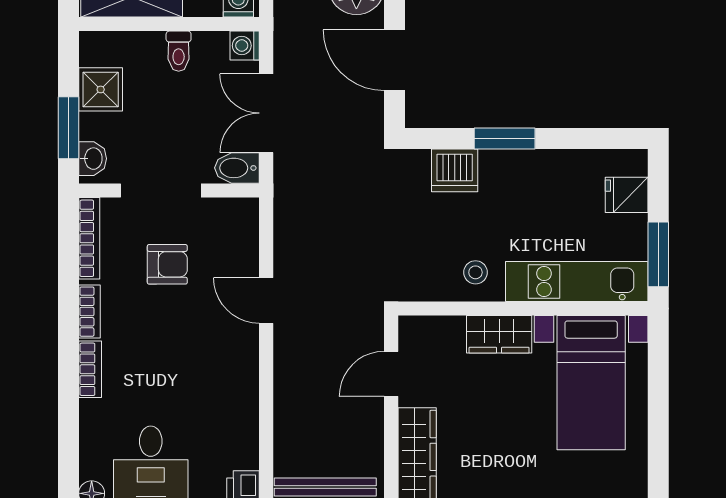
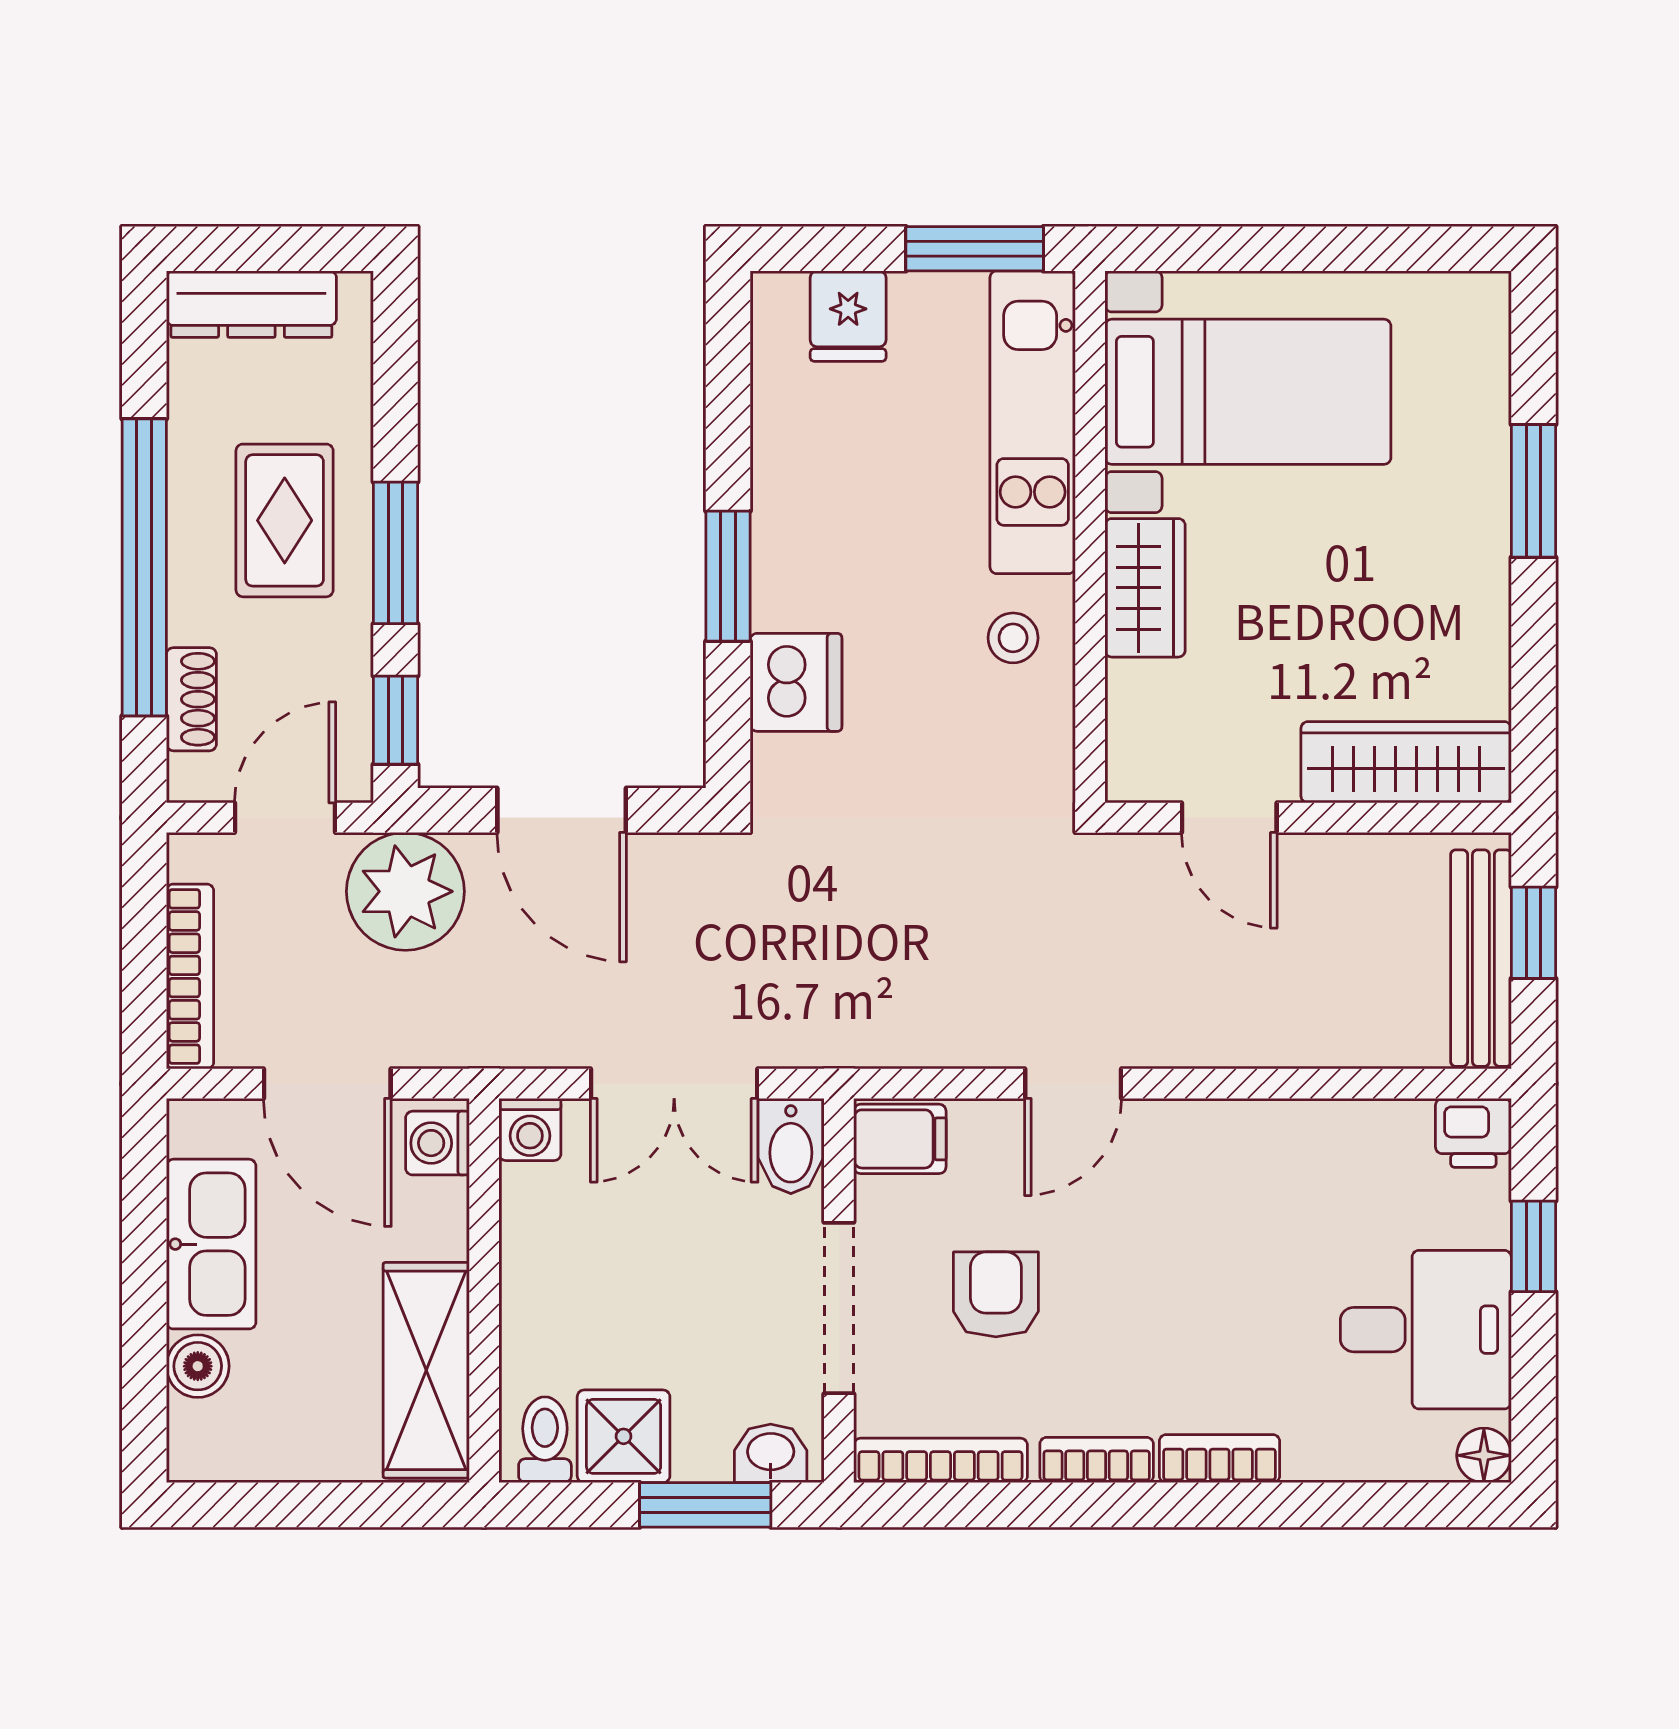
toilet: (179, 51) -> (545, 1440), moved, turned -90
door: (395, 60) -> (562, 810), hinge flipped
filing cabinet: (240, 219) -> (900, 1139), added

